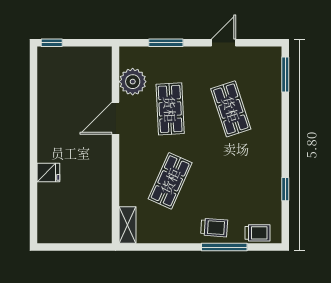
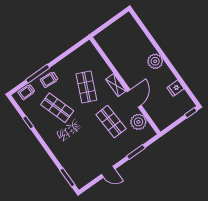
door: (224, 43) -> (108, 172), hinge flipped
shop shelf: (231, 109) -> (57, 108), moved
plant: (50, 149) -> (155, 61), added
fridge: (48, 172) -> (176, 88), moved
shelving: (128, 225) -> (116, 85), moved

